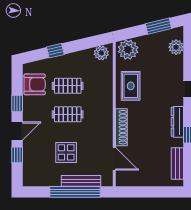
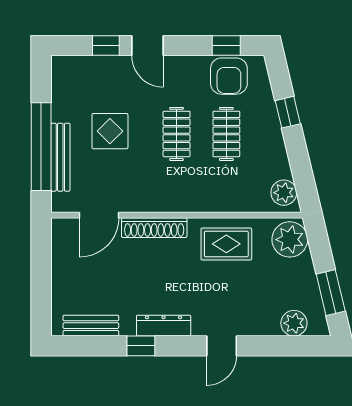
window: (17, 103) -> (226, 46), moved

